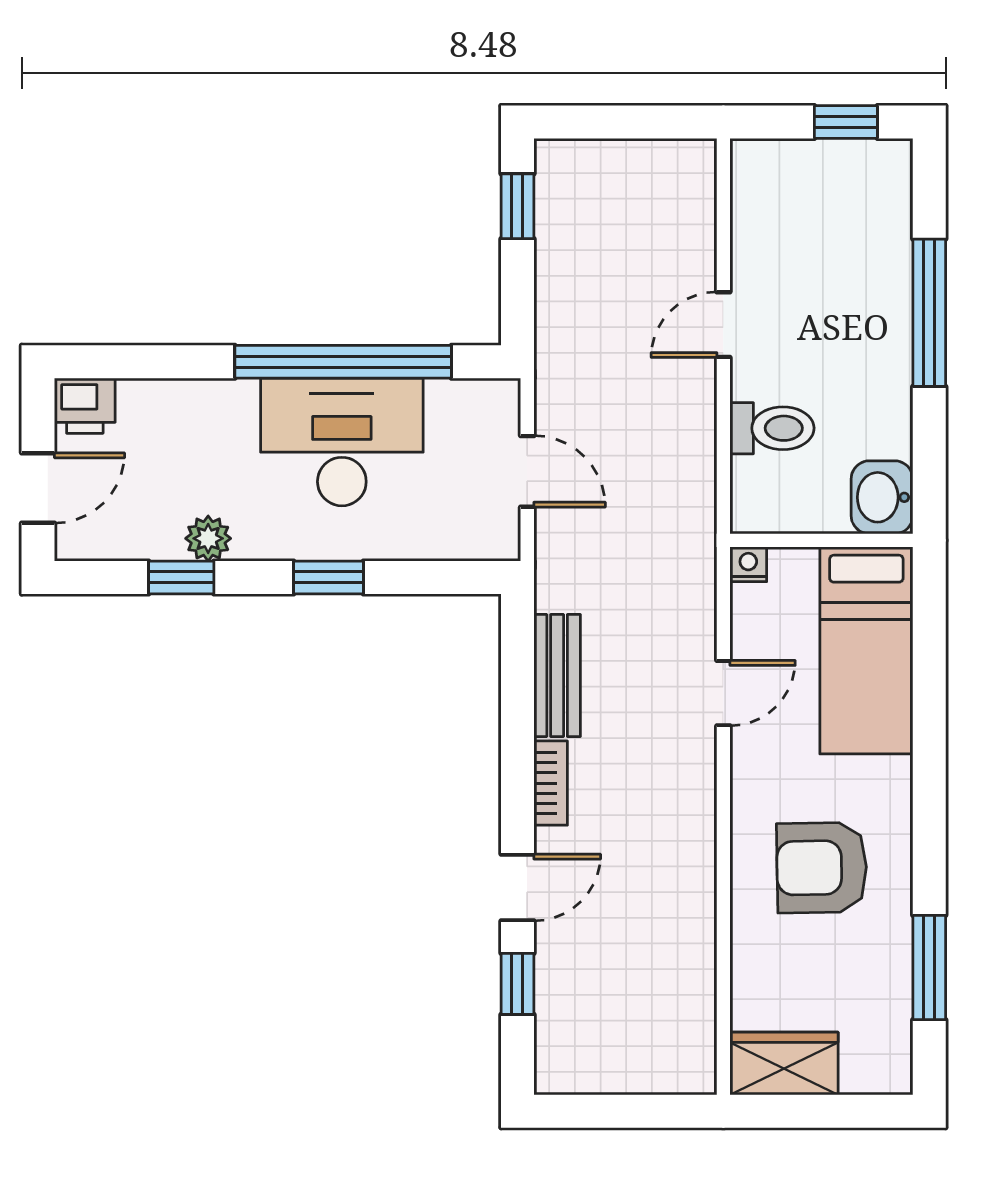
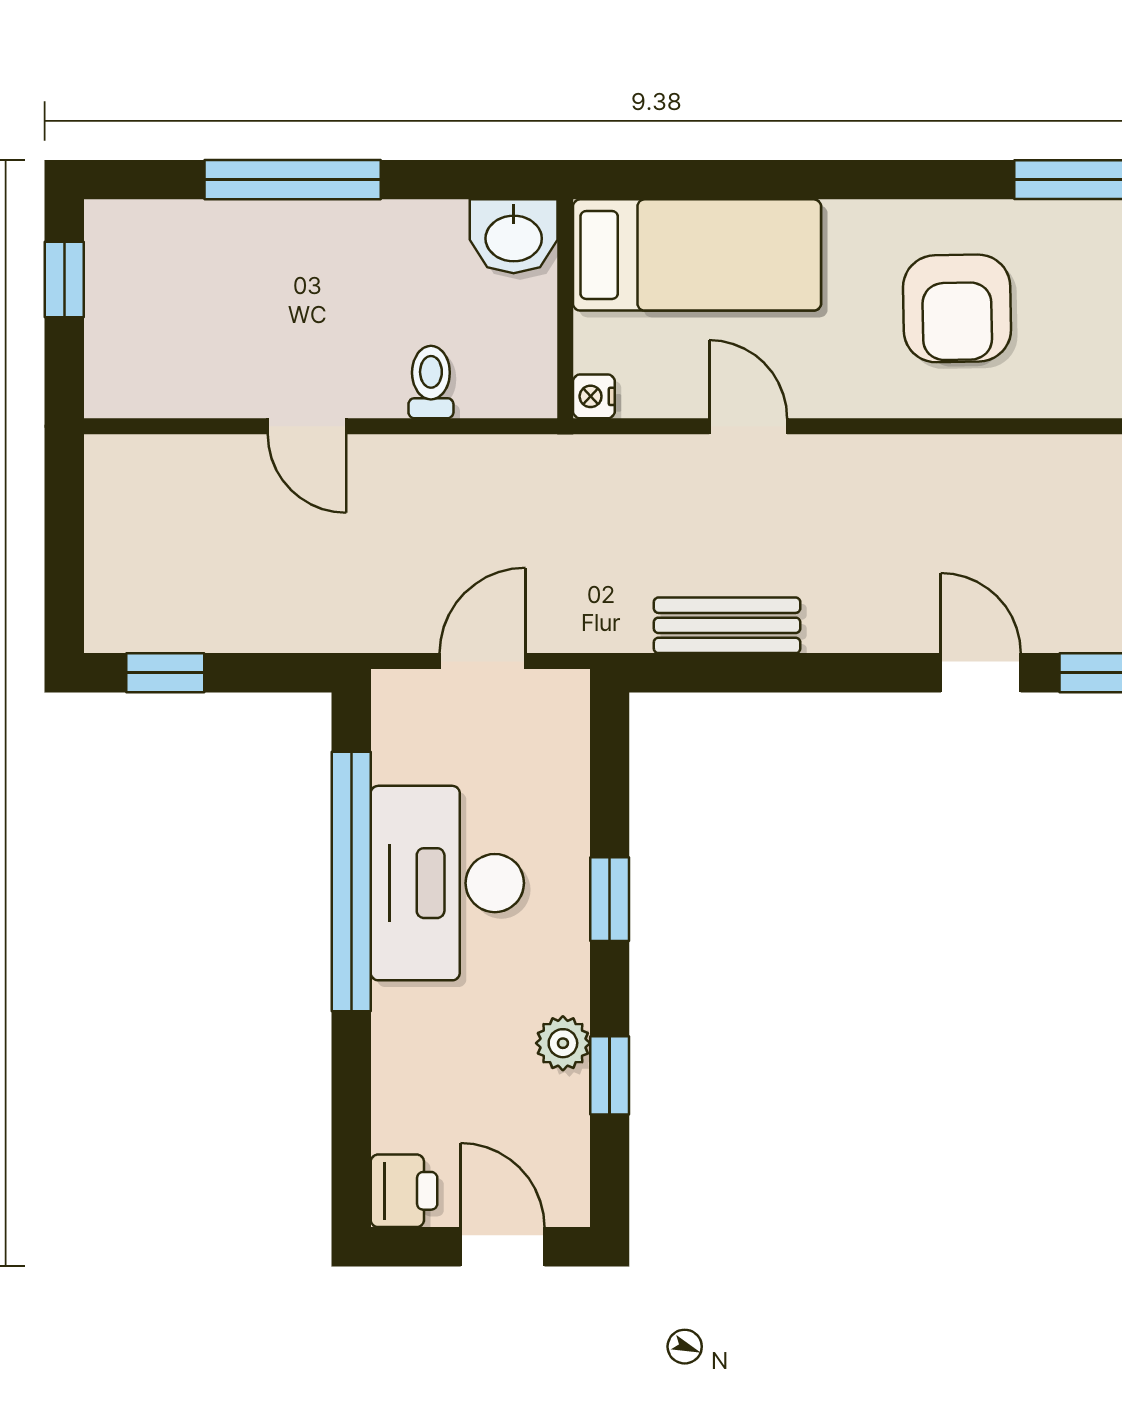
toilet: (772, 428) -> (431, 382), width x0.73, depth x0.72
bookcase: (551, 783) -> (856, 633), removed

